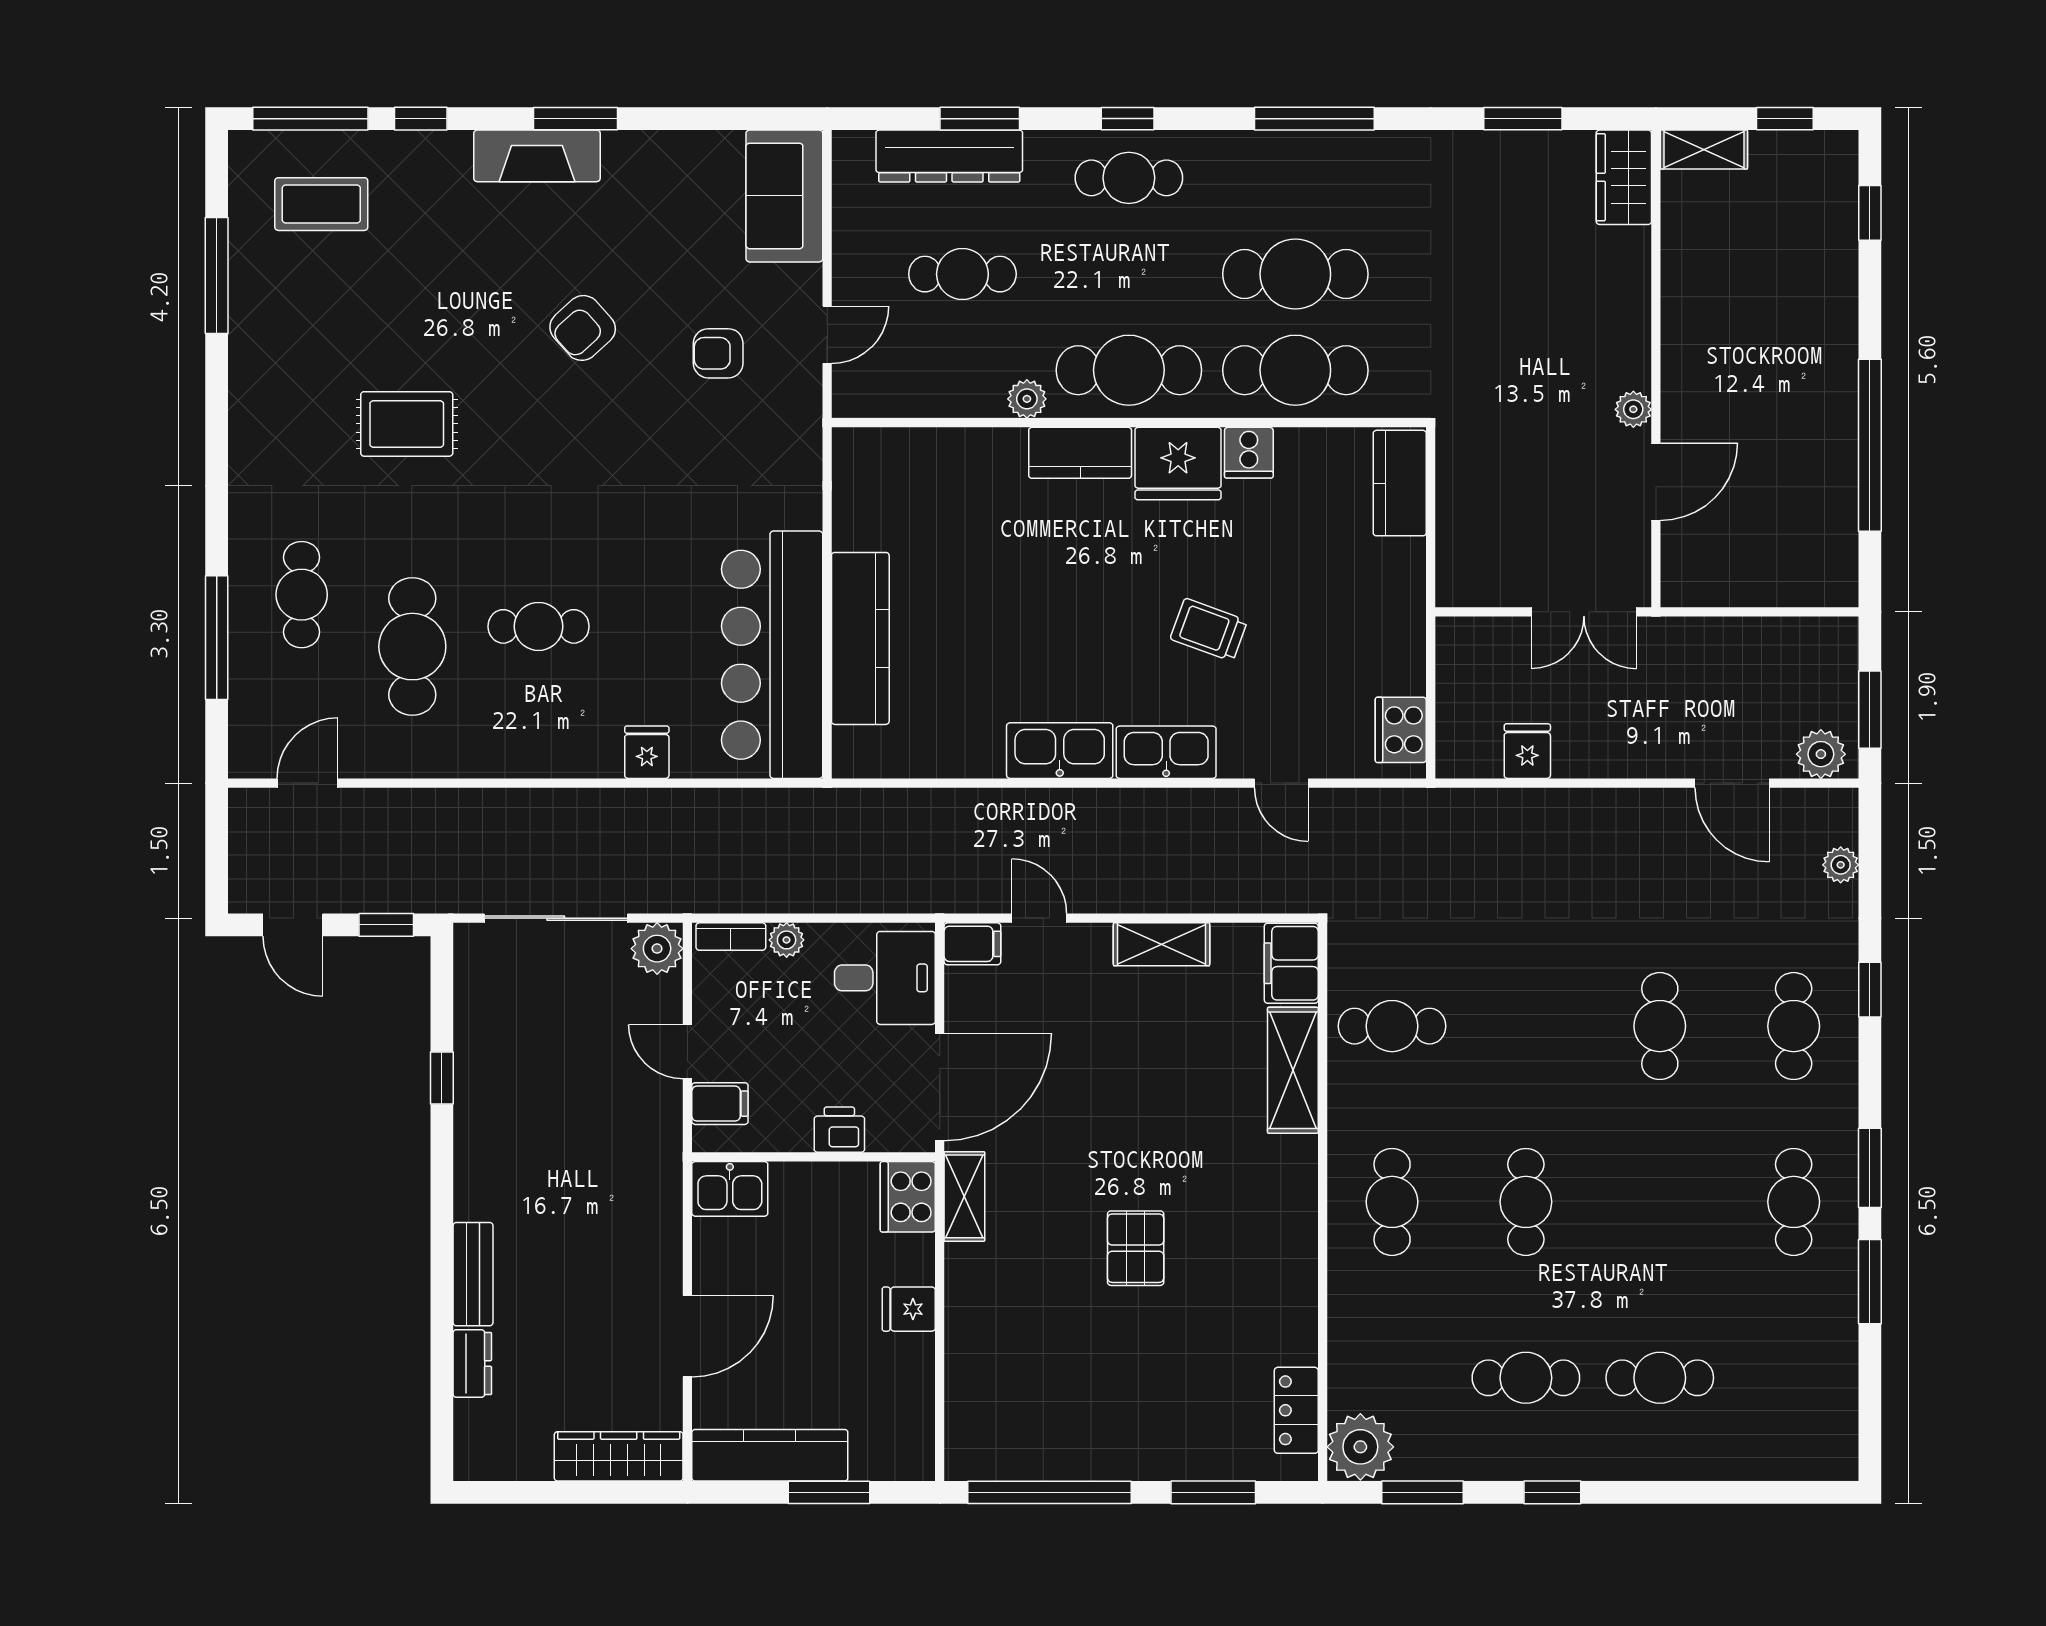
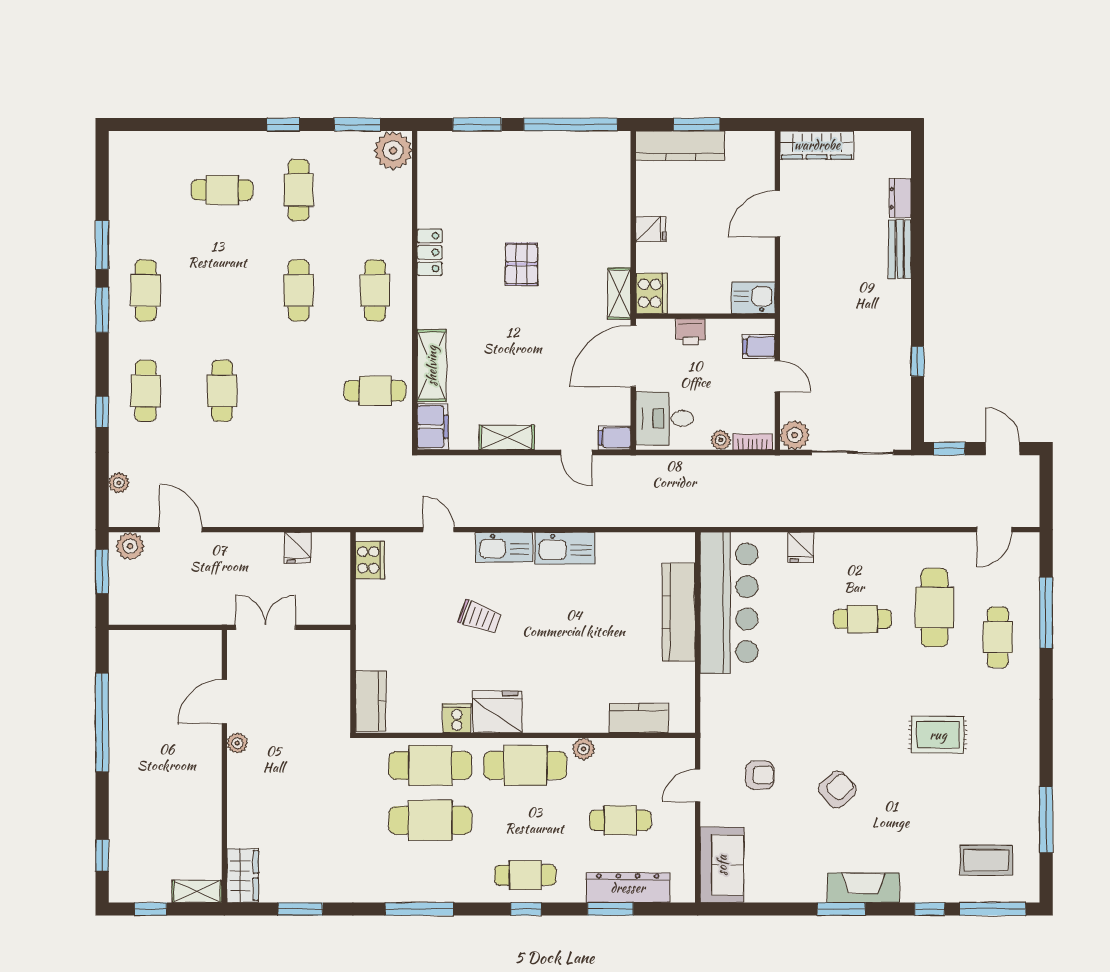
kitchen counter: (1080, 453) -> (639, 718), moved
cafe table: (1526, 1378) -> (299, 190), turned 90
locker: (1296, 1410) -> (430, 252), moved
kitchen counter: (770, 1455) -> (680, 146), moved

